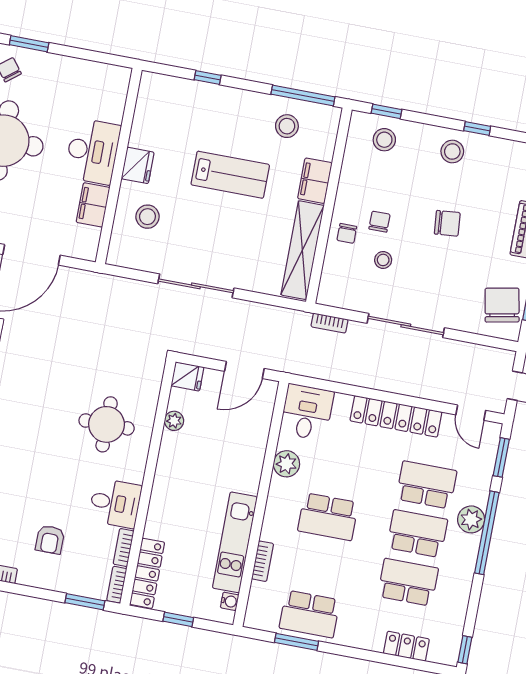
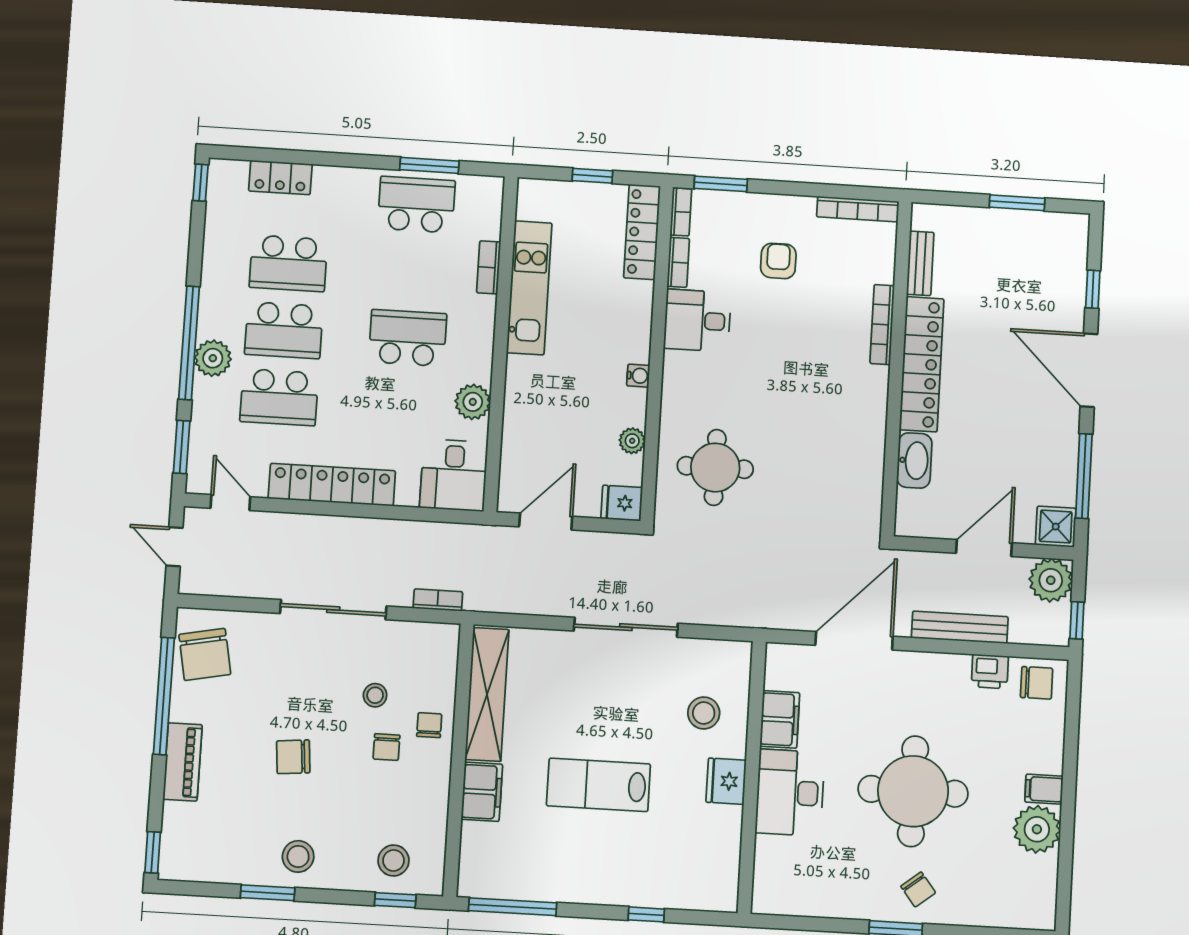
stool: (287, 126) -> (529, 862), removed
window: (477, 128) -> (268, 893), width x1.50
round table: (107, 424) -> (715, 467), moved
water cooler: (230, 601) -> (638, 376), moved, turned 180

